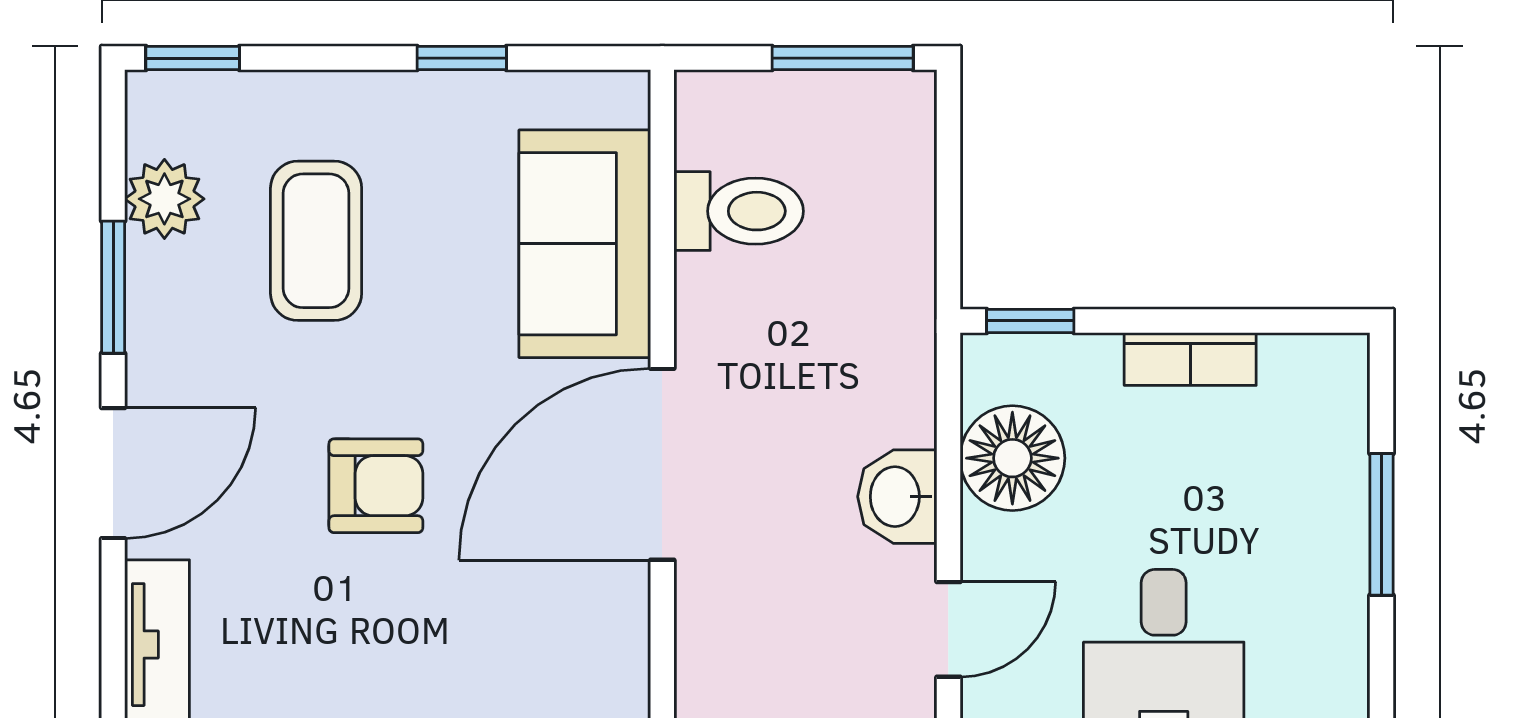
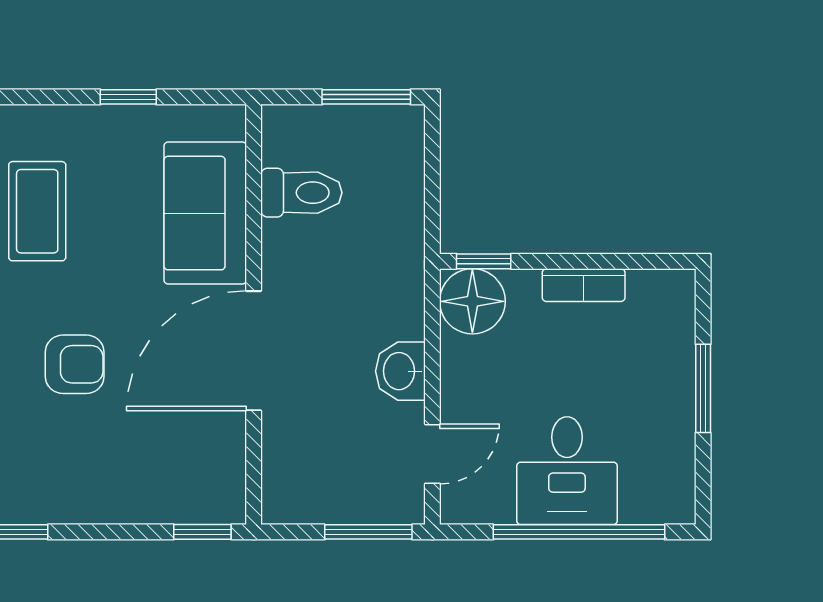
floor lamp: (1012, 458) -> (472, 301), moved

